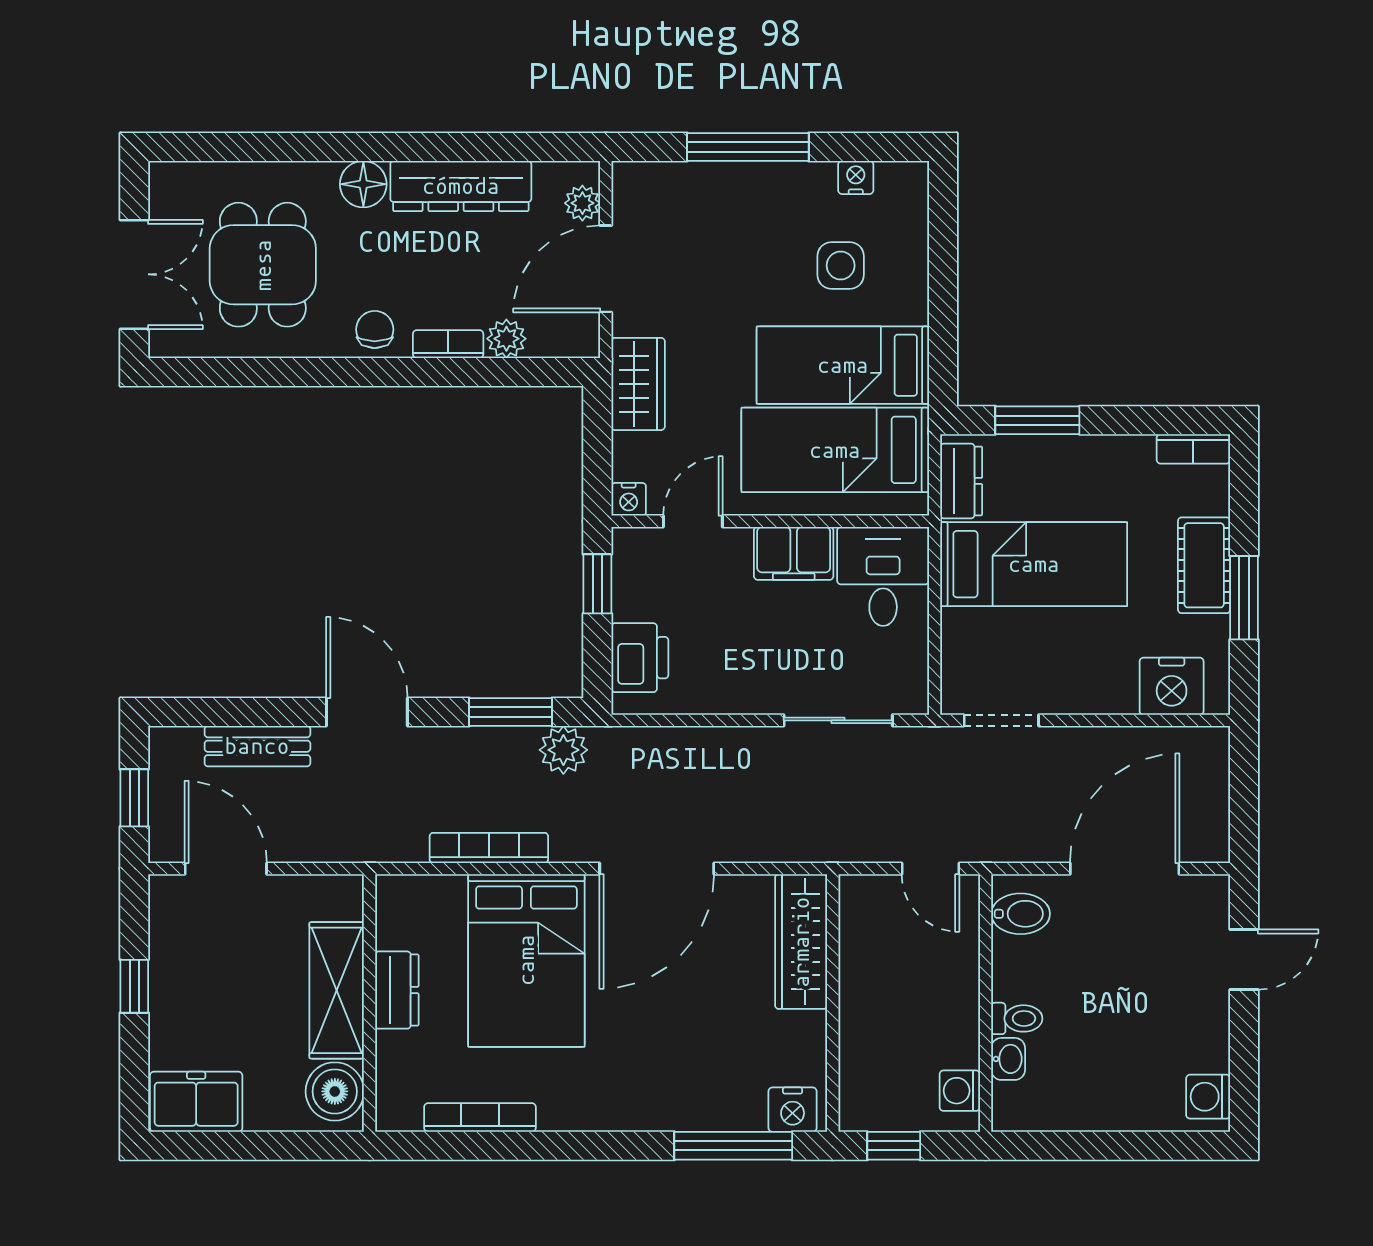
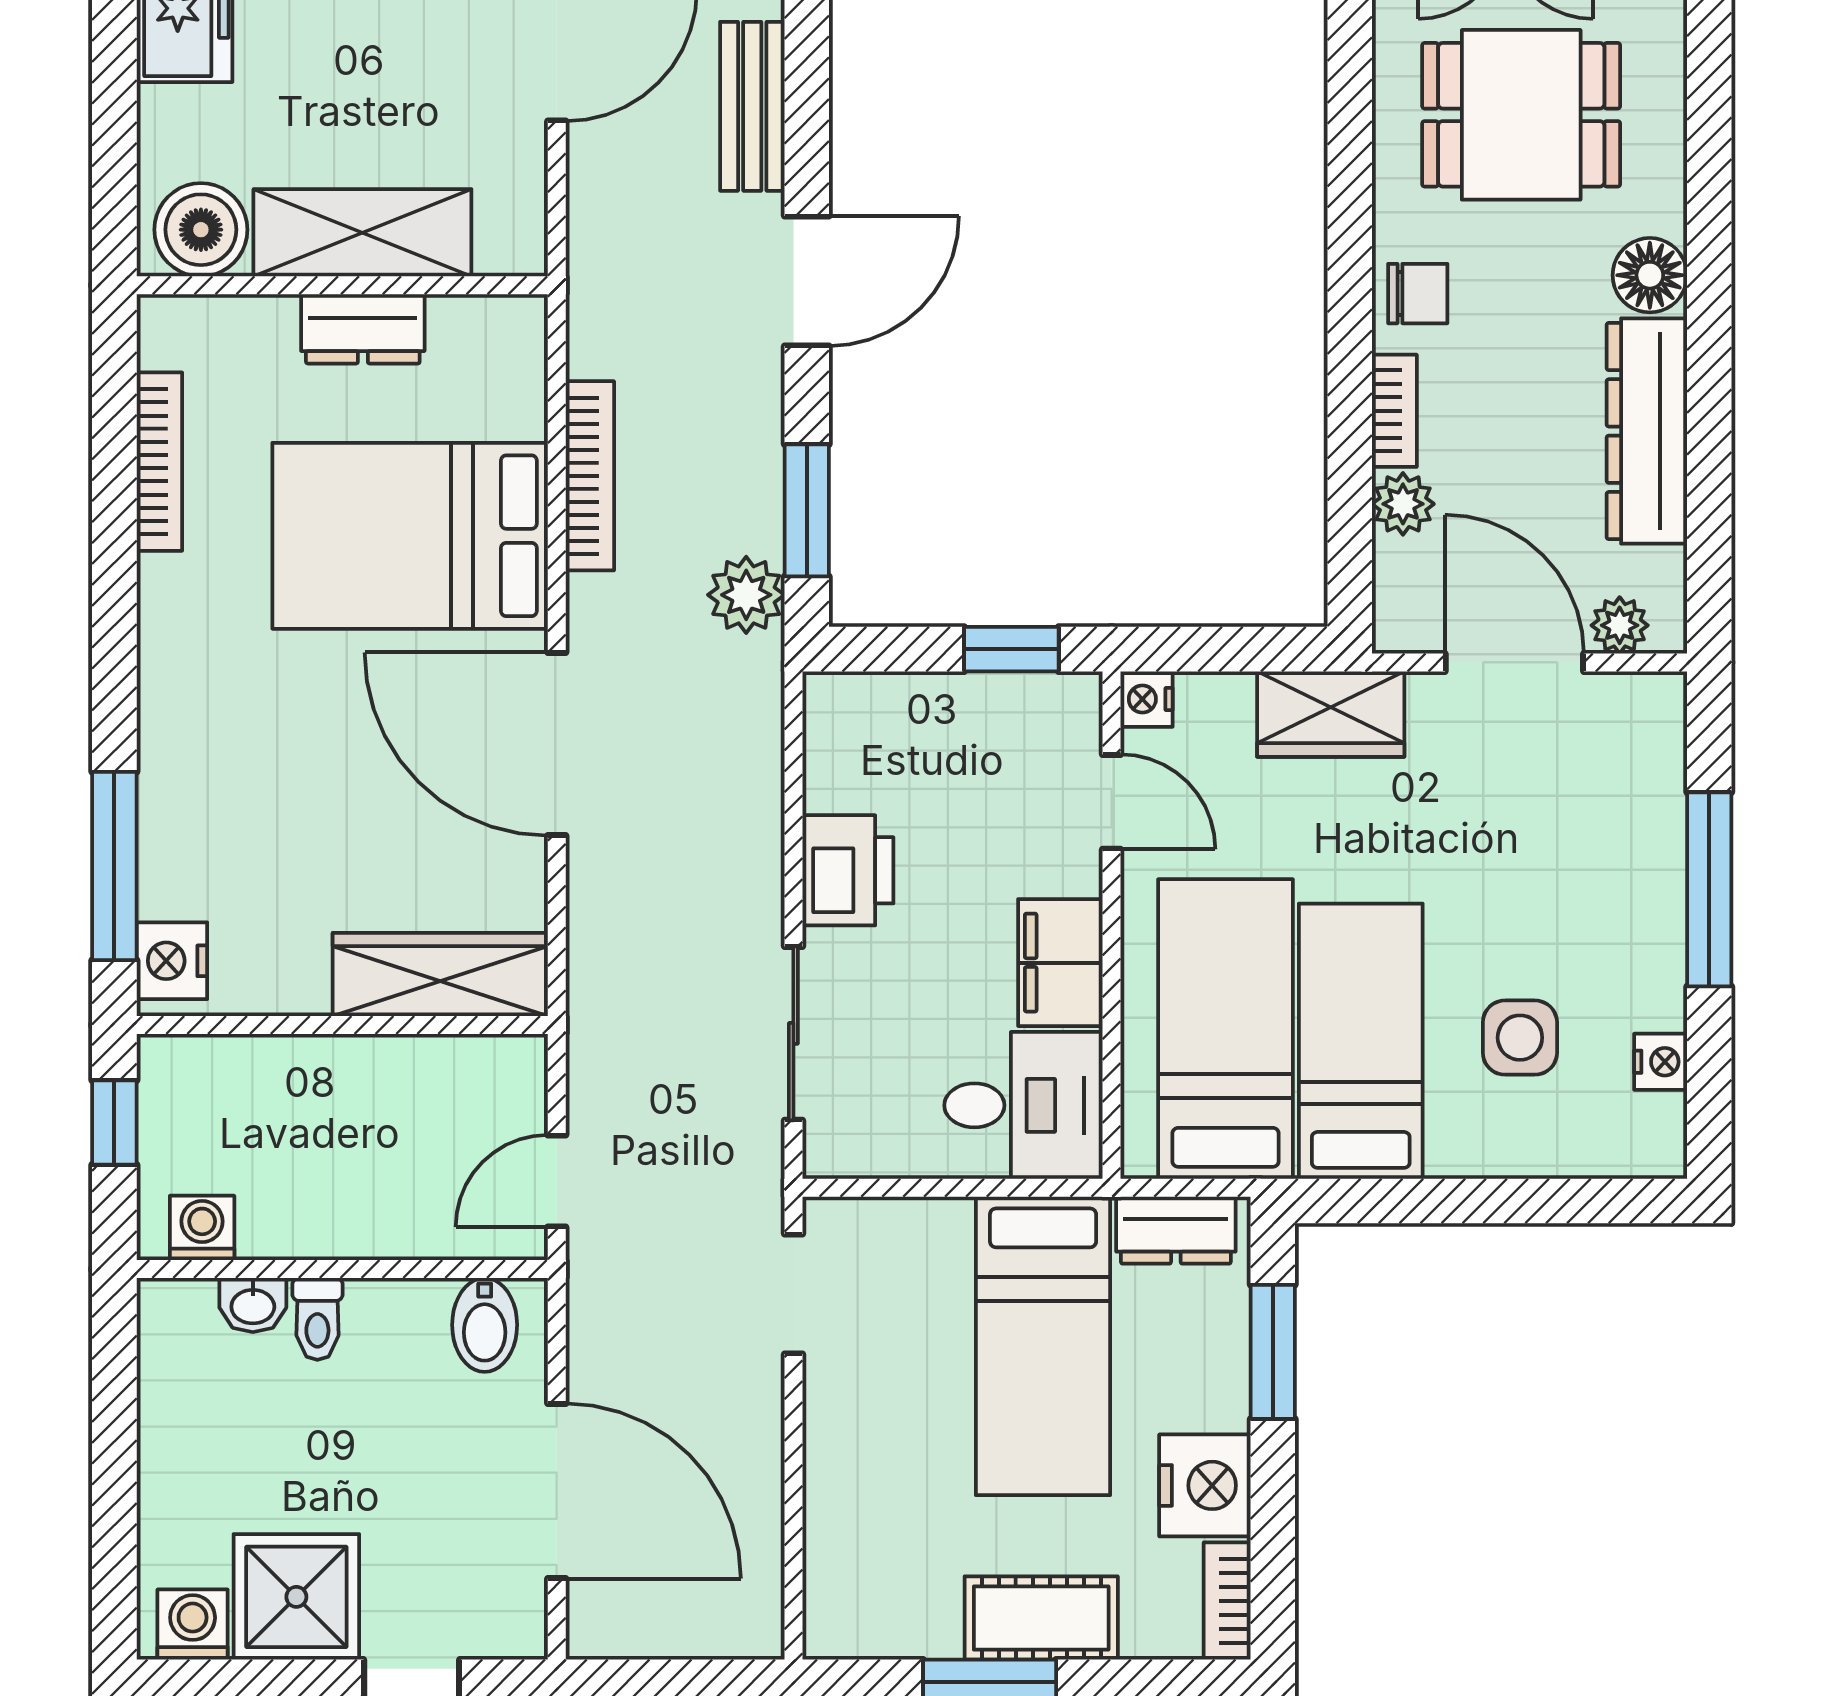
printer: (640, 658) -> (848, 870), moved, turned -90
nightstand: (1172, 686) -> (1205, 1485), moved, turned 180
shower: (1191, 1032) -> (296, 1597), added

